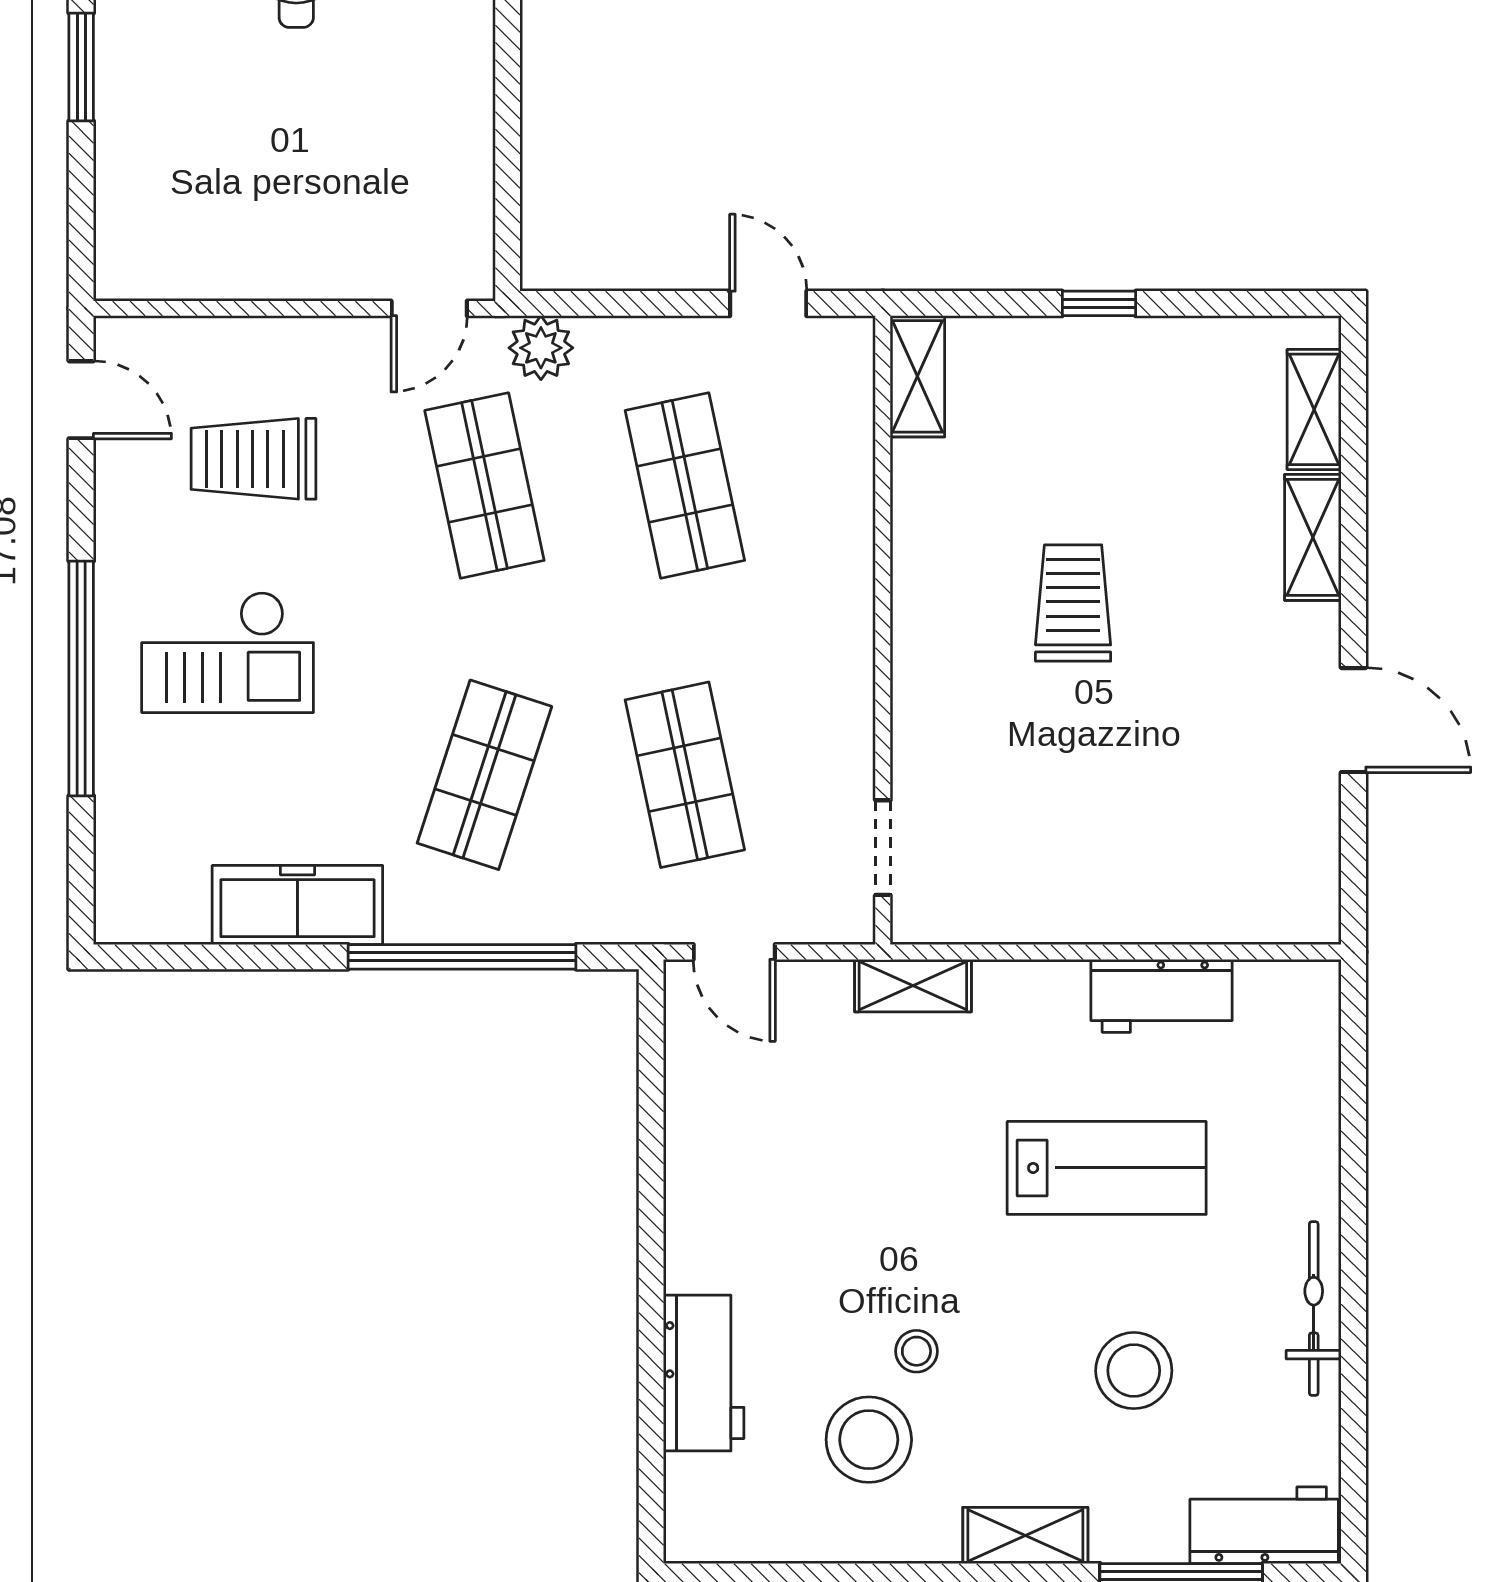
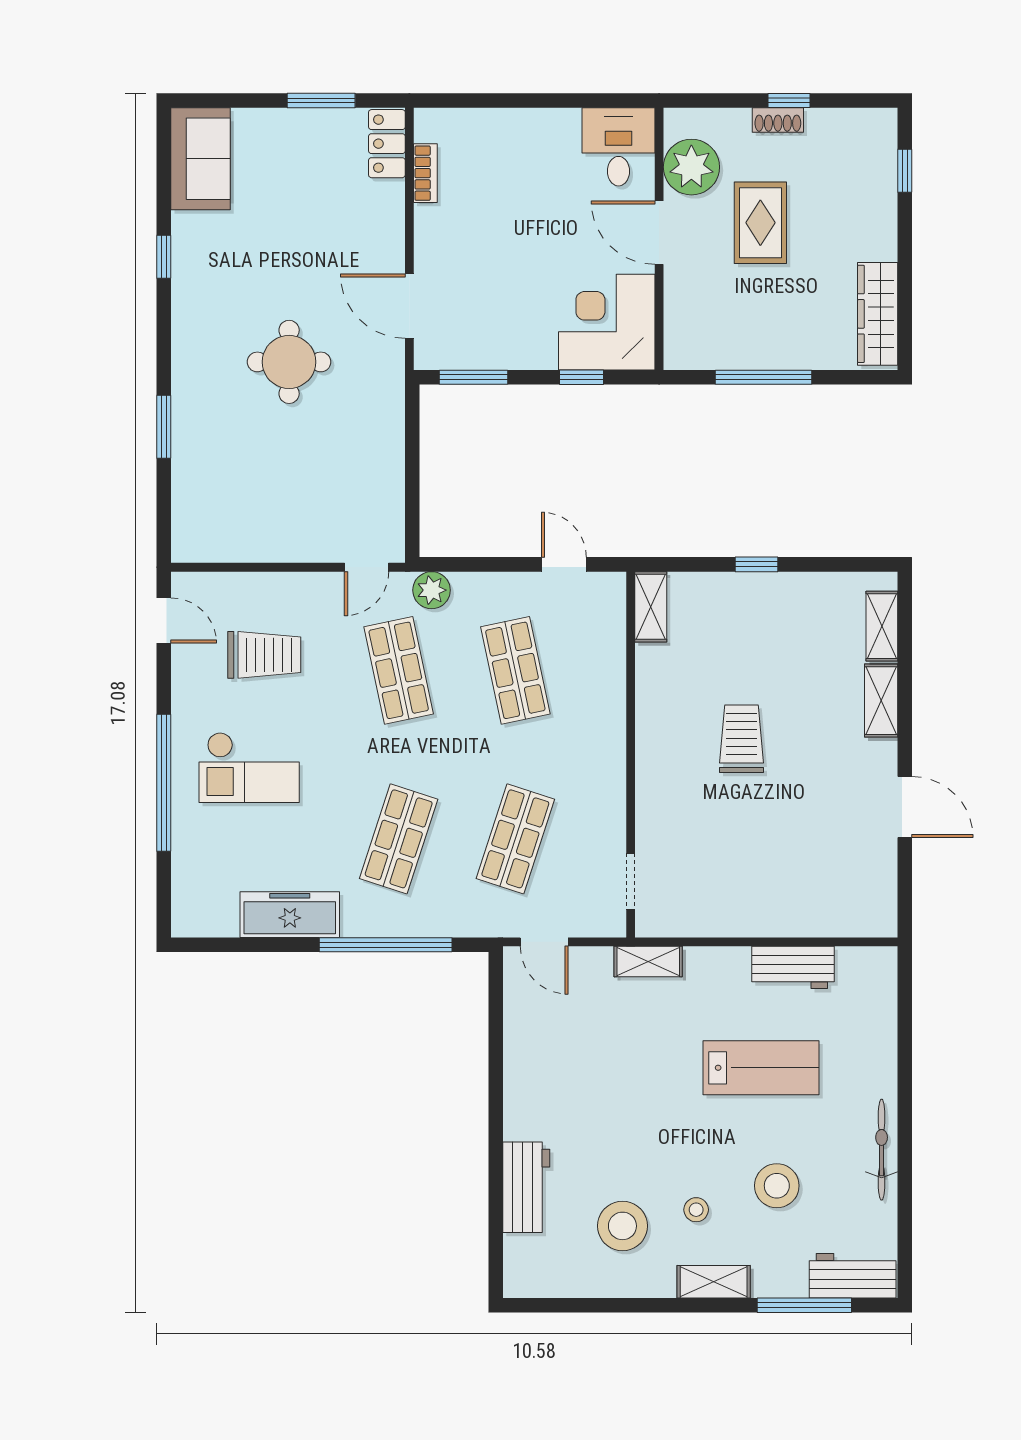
trolley: (253, 459) -> (264, 655), turned 180
shop shelf: (685, 775) -> (515, 839), turned 30
stool: (916, 1351) -> (696, 1210), moved

